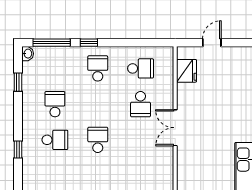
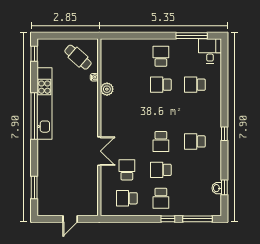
washbasin: (28, 54) -> (217, 188), moved
fridge: (187, 71) -> (90, 196), removed
school desk: (55, 104) -> (161, 170), moved, turned 90

